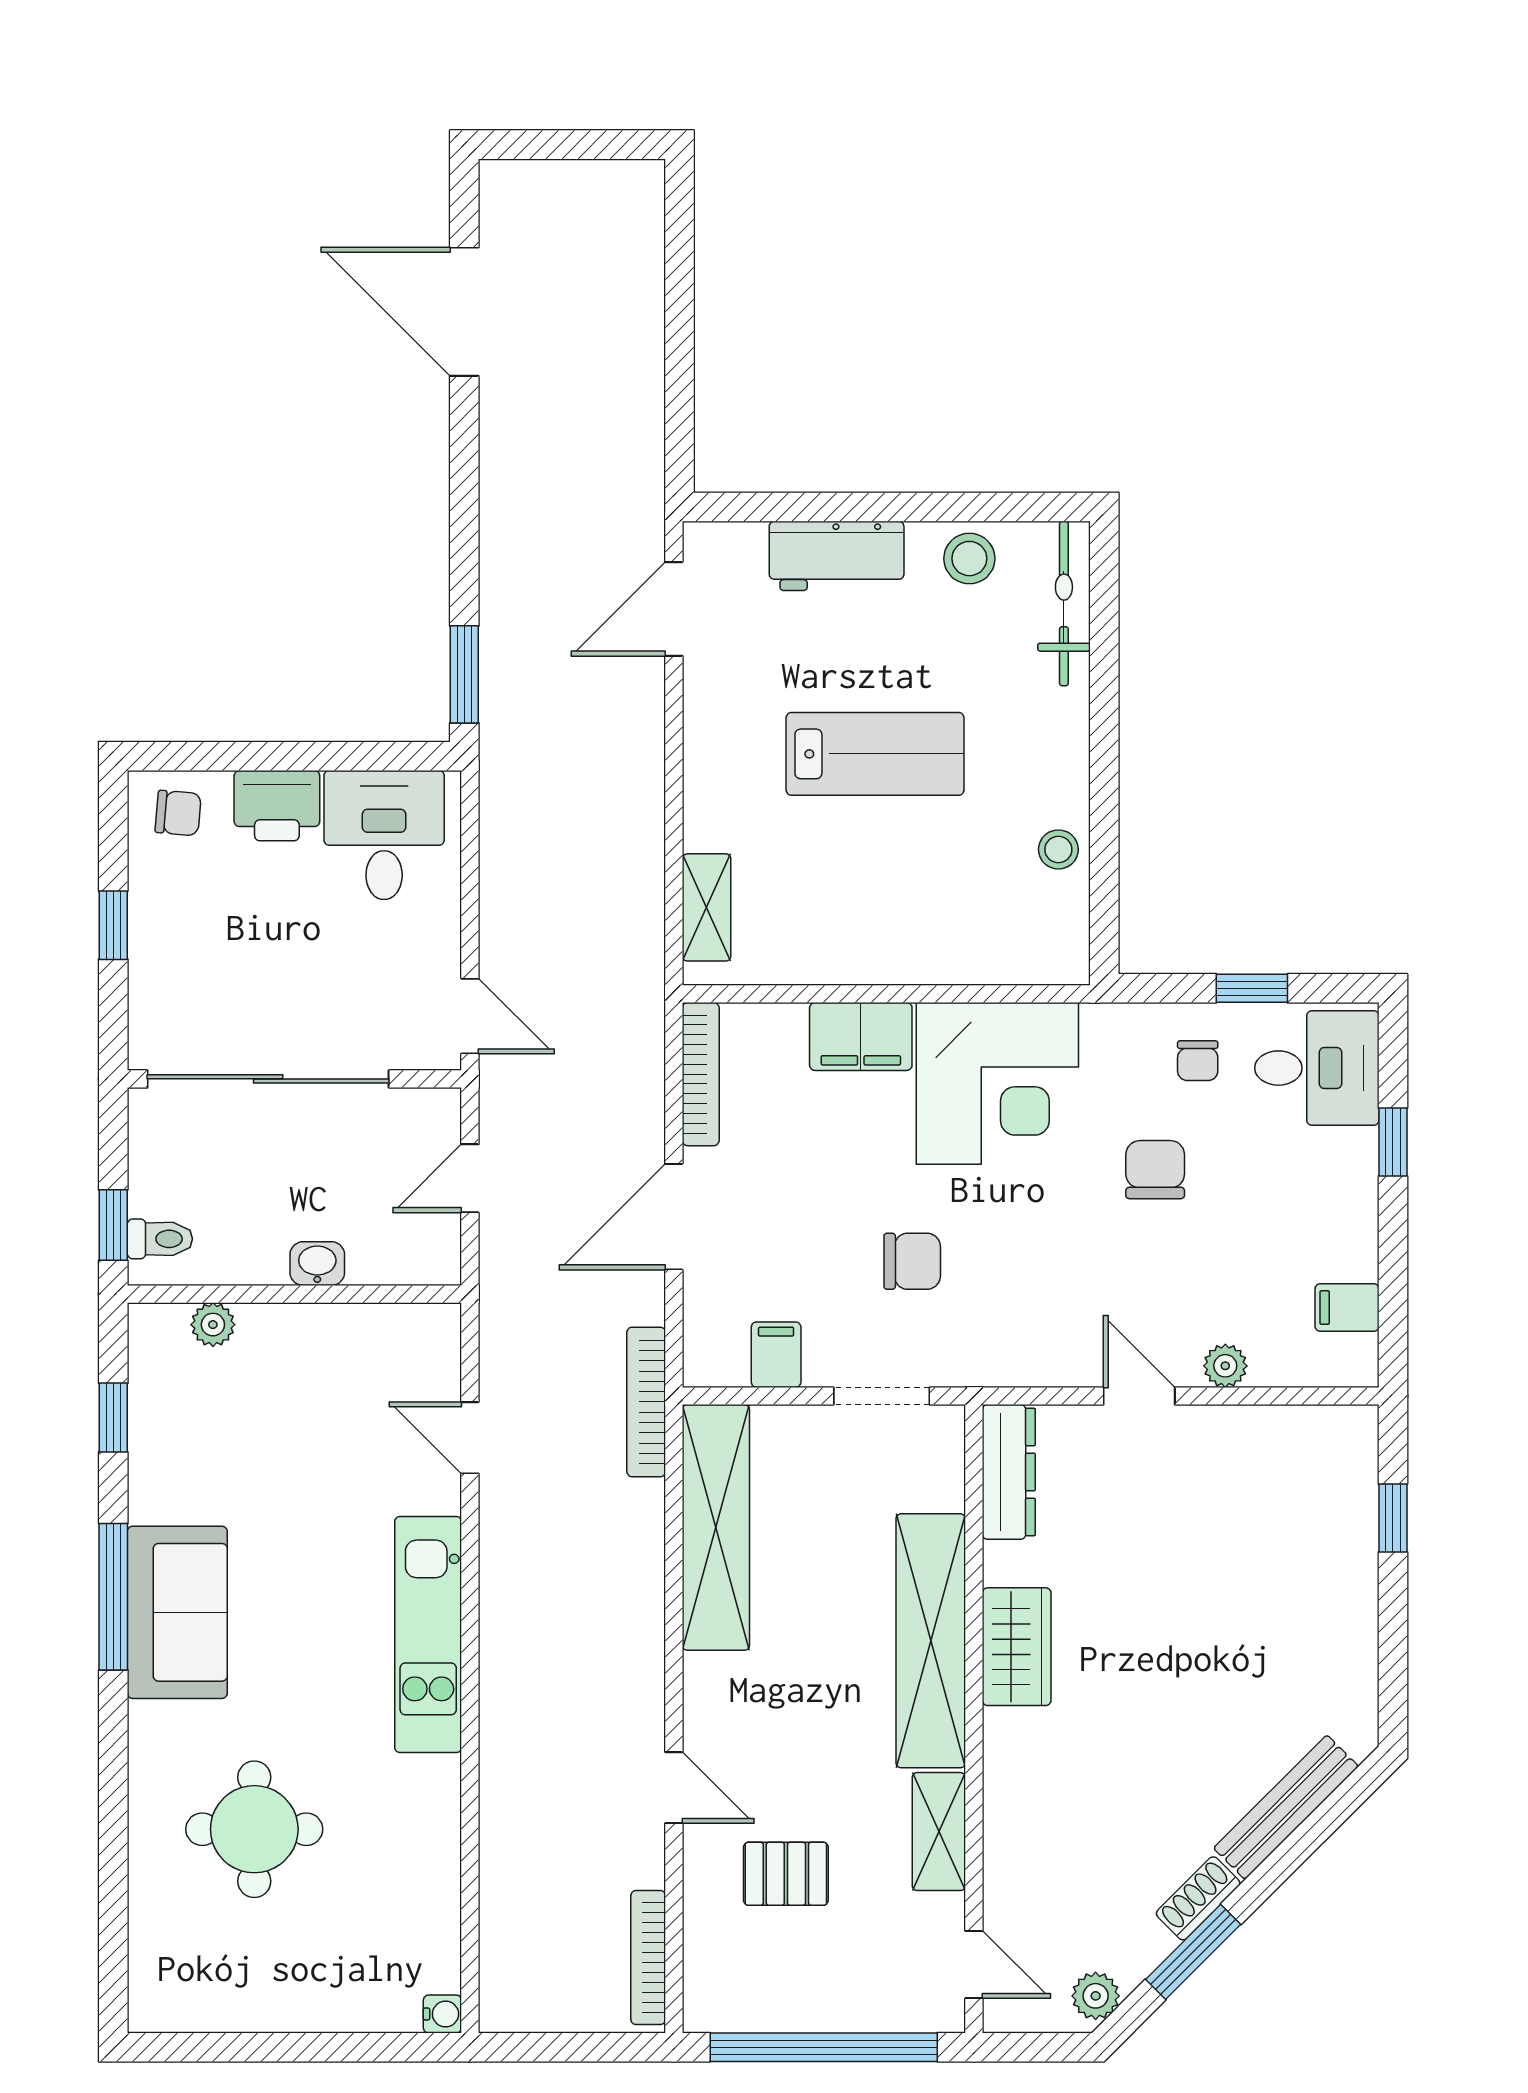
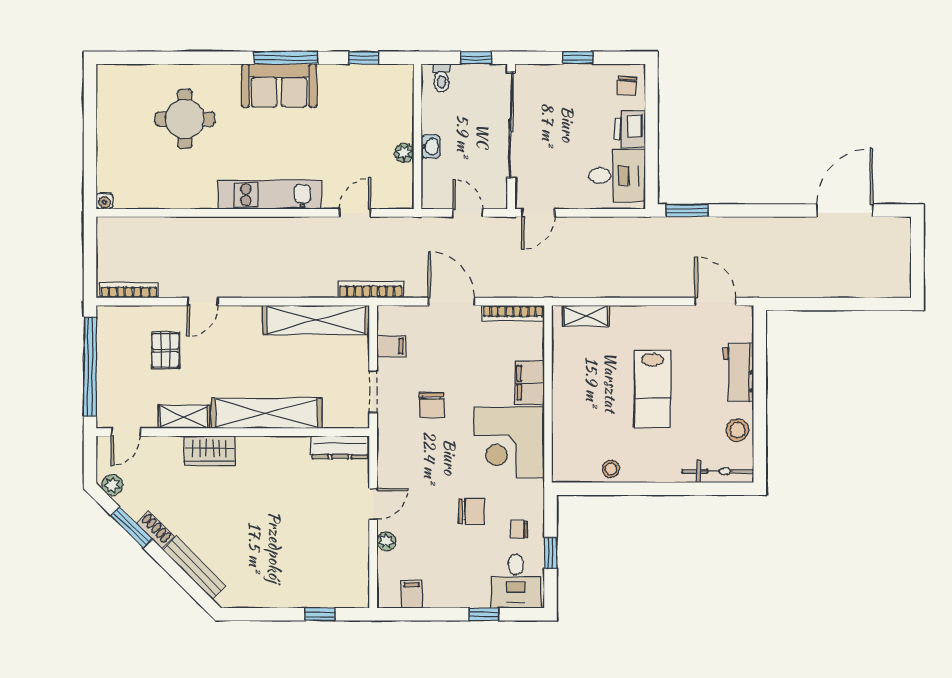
window: (113, 1225) -> (476, 58), moved
plant: (213, 1325) -> (404, 153), moved
wardrobe: (1017, 1647) -> (210, 451), moved

